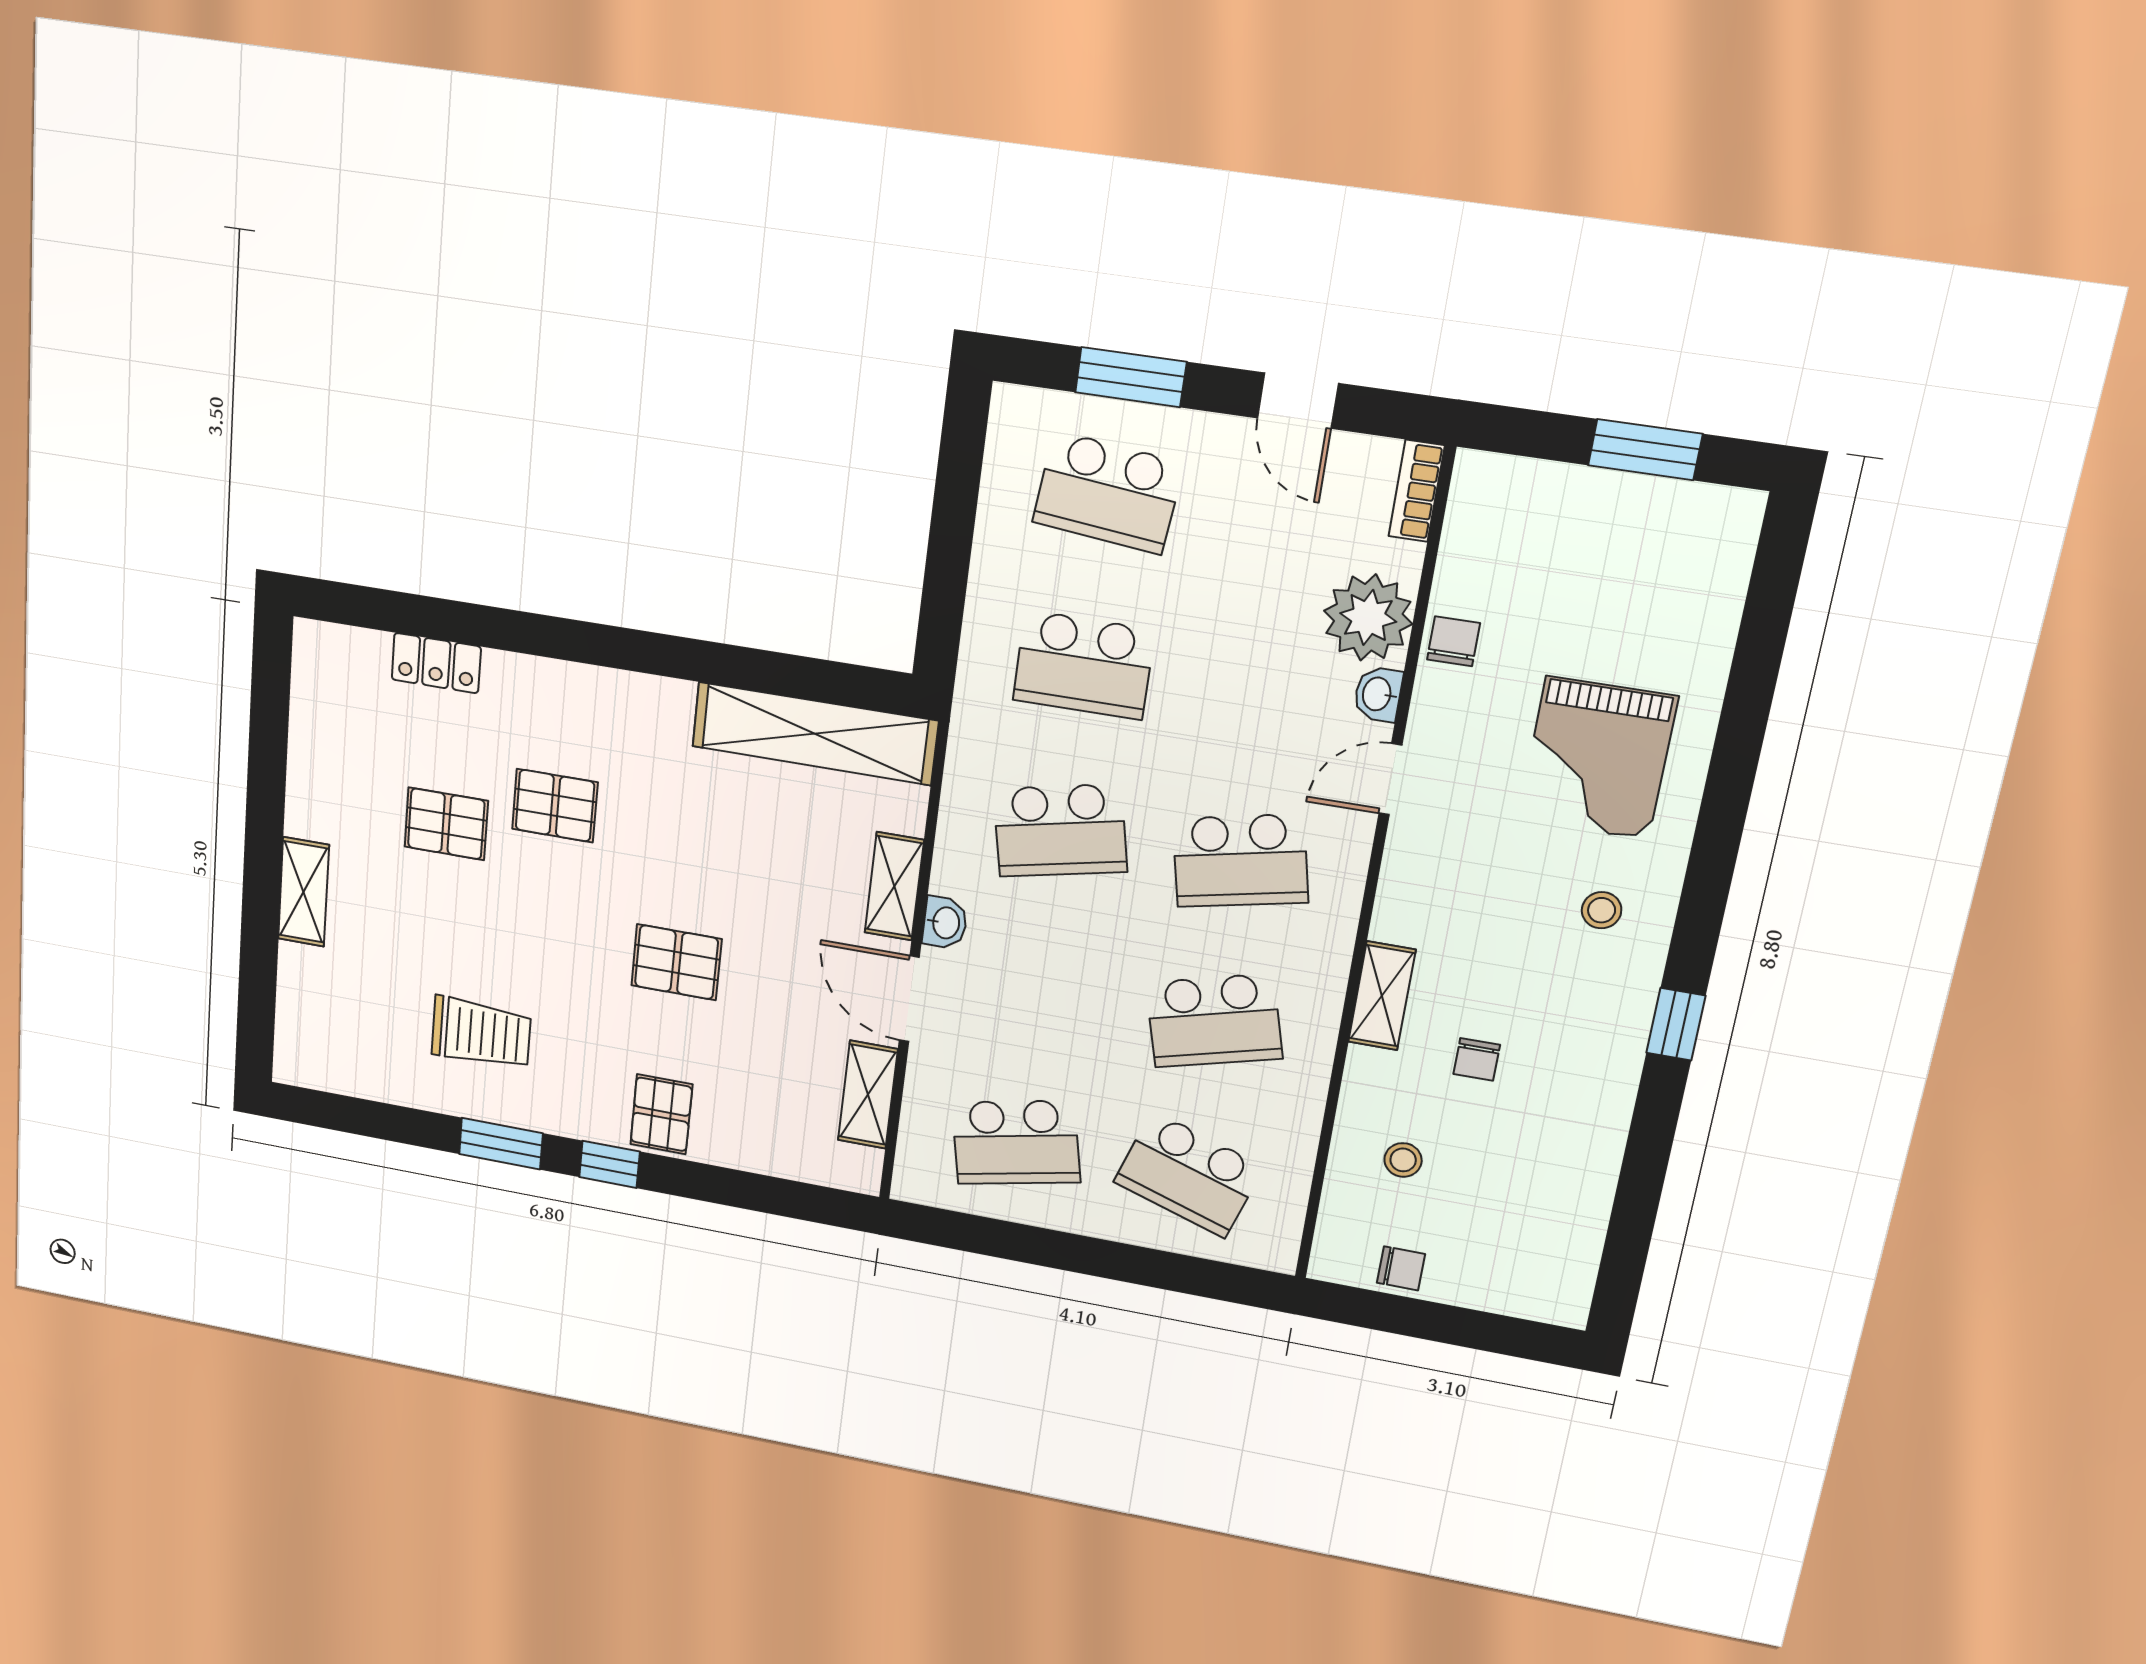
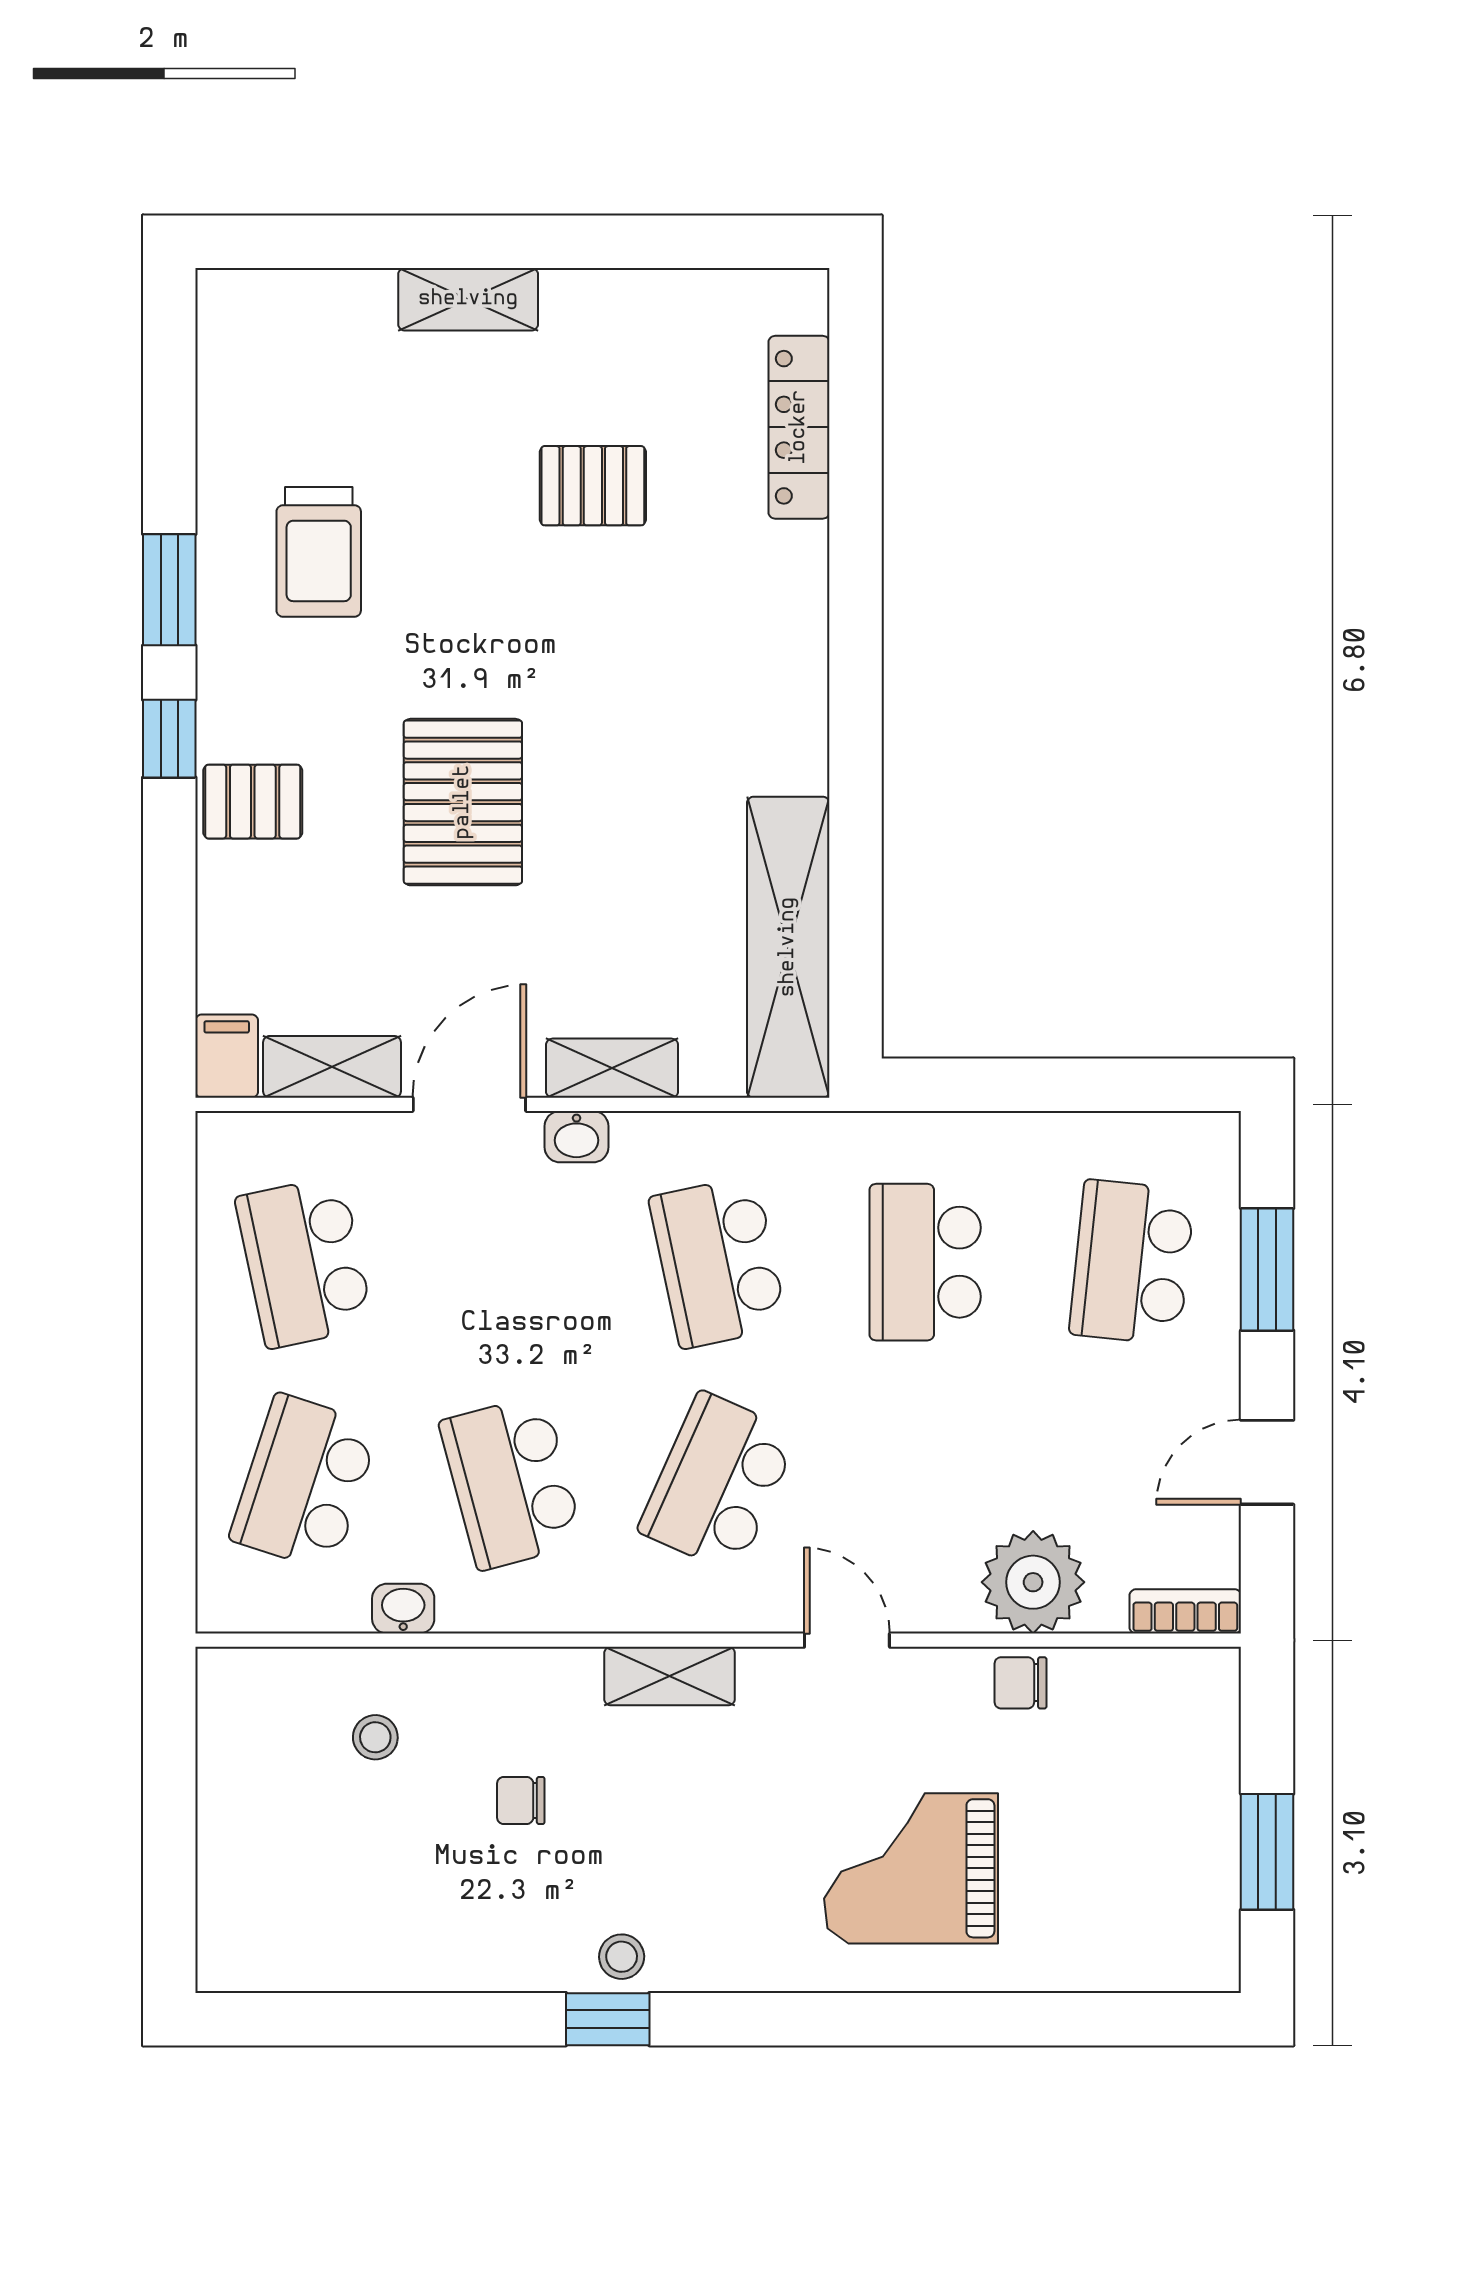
chair: (1453, 641) -> (1021, 1683), turned 180
locker: (436, 663) -> (799, 427), width x1.53
washbasin: (1378, 694) -> (403, 1609), moved
pallet: (555, 806) -> (641, 626), removed
pallet: (446, 824) -> (593, 486), turned 90
school desk: (1240, 861) -> (718, 1482), turned 36
stool: (1602, 910) -> (622, 1957), moved
pallet: (676, 962) -> (463, 802), width x1.50, depth x1.42
shelving: (1382, 996) -> (670, 1676), moved
filing cabinet: (850, 1169) -> (227, 1056), added
chair: (1401, 1268) -> (232, 1760), removed

